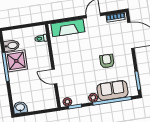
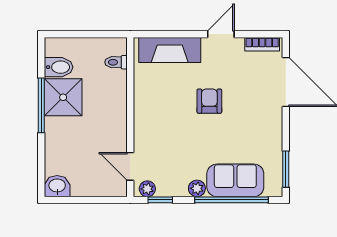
armchair: (107, 61) -> (209, 101), moved
door: (54, 77) -> (130, 166), moved

